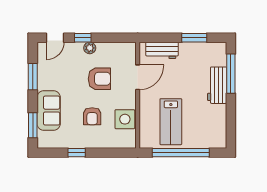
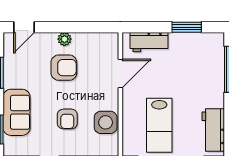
window: (83, 38) -> (56, 27), removed
armchair: (99, 79) -> (64, 68), moved
workbench: (217, 85) -> (213, 130), moved

